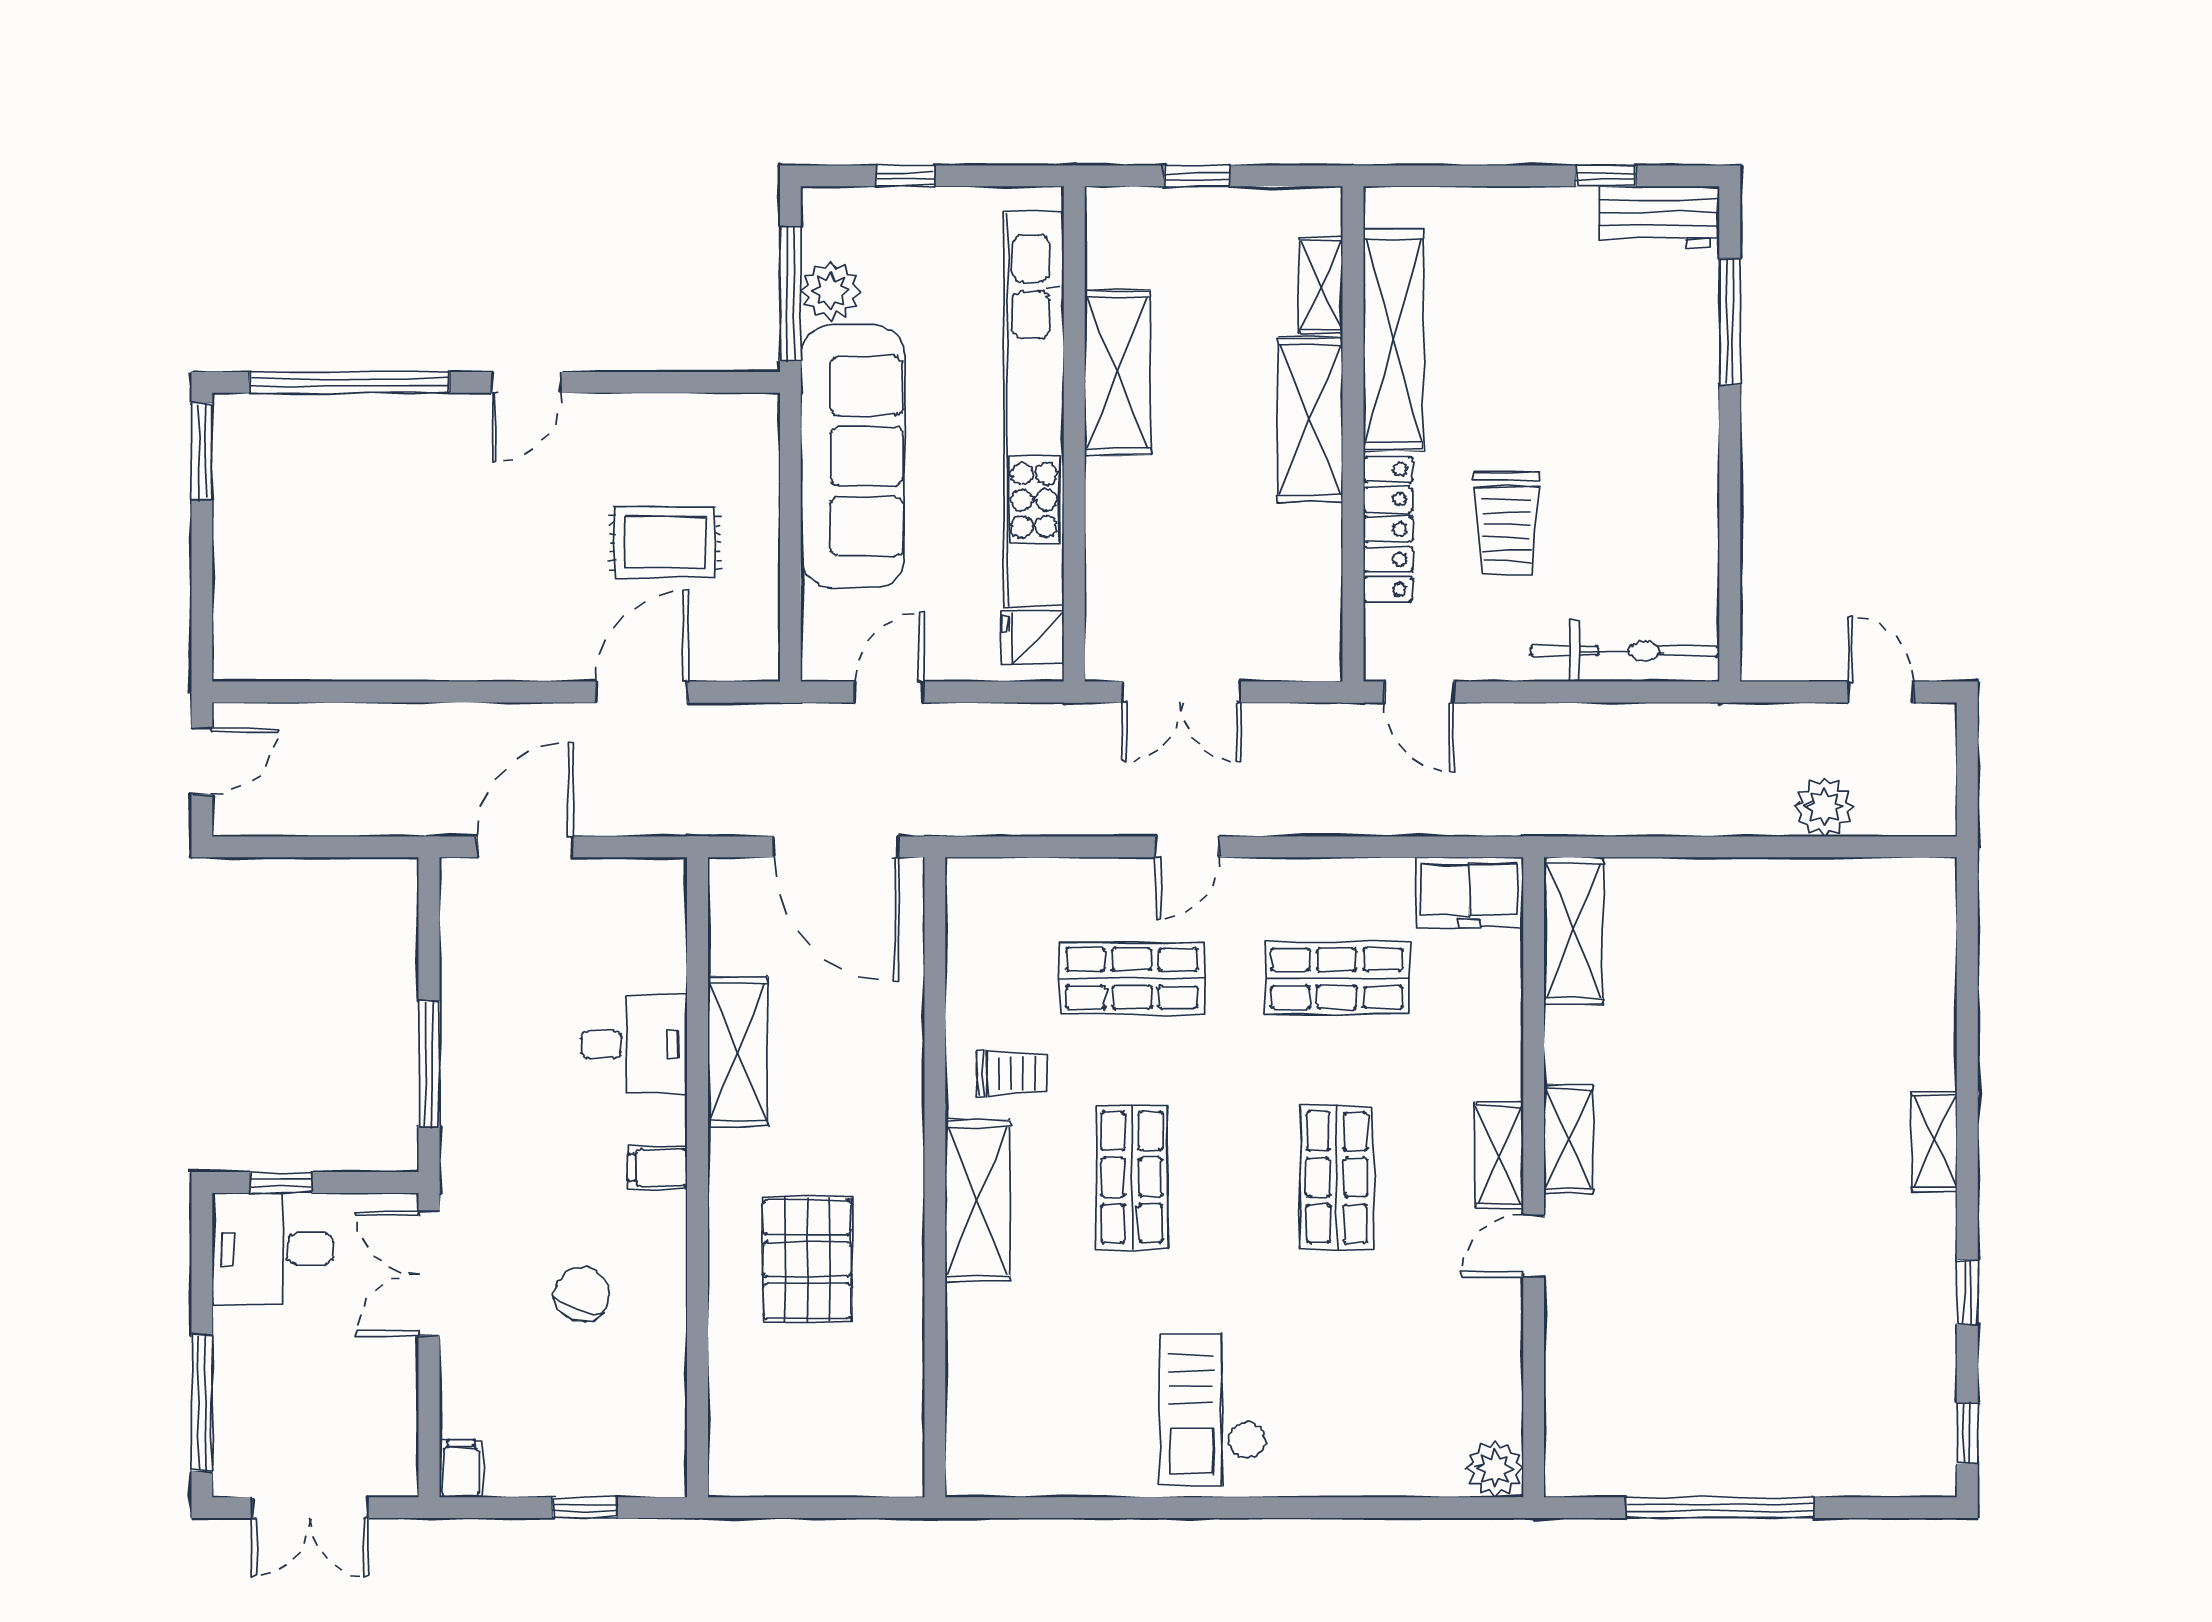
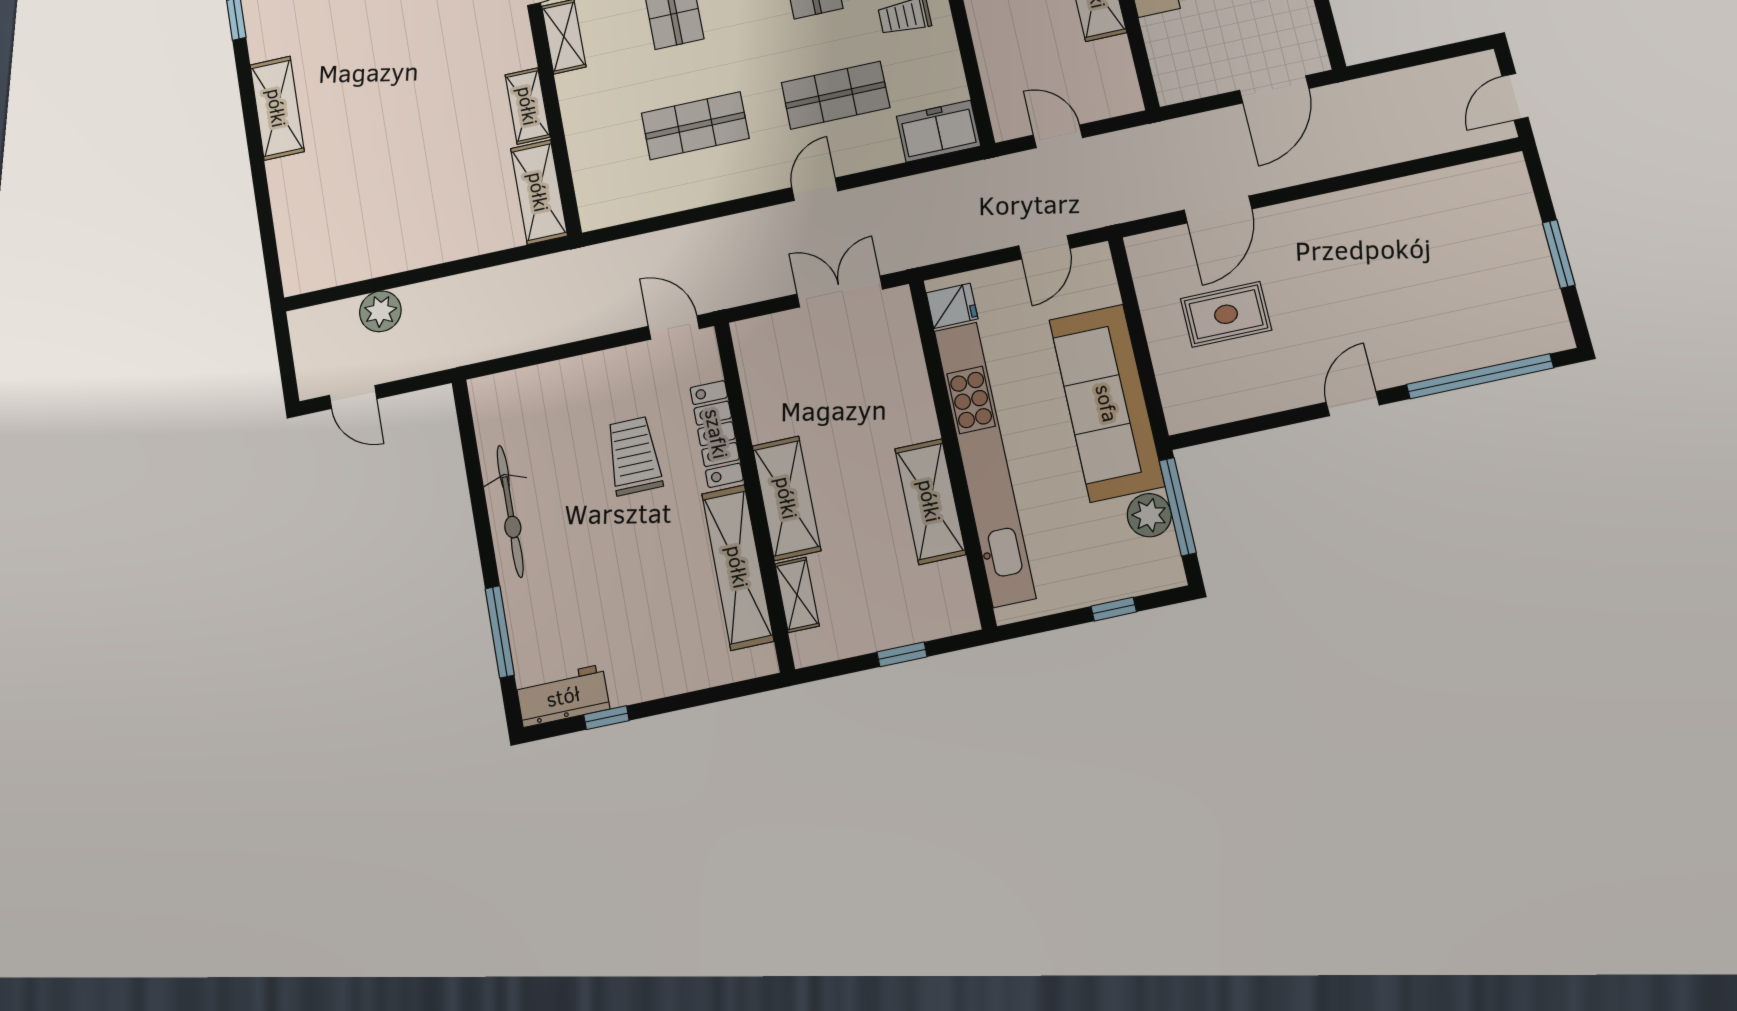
window: (202, 451) -> (1559, 254), moved
bicycle: (1625, 651) -> (510, 511), moved, turned -90
door: (836, 847) -> (1058, 136), width x0.53
freezer: (1469, 892) -> (939, 131), moved
shelving: (1568, 1139) -> (528, 106), moved
shelving: (1935, 1142) -> (277, 108), width x1.50, depth x1.33

